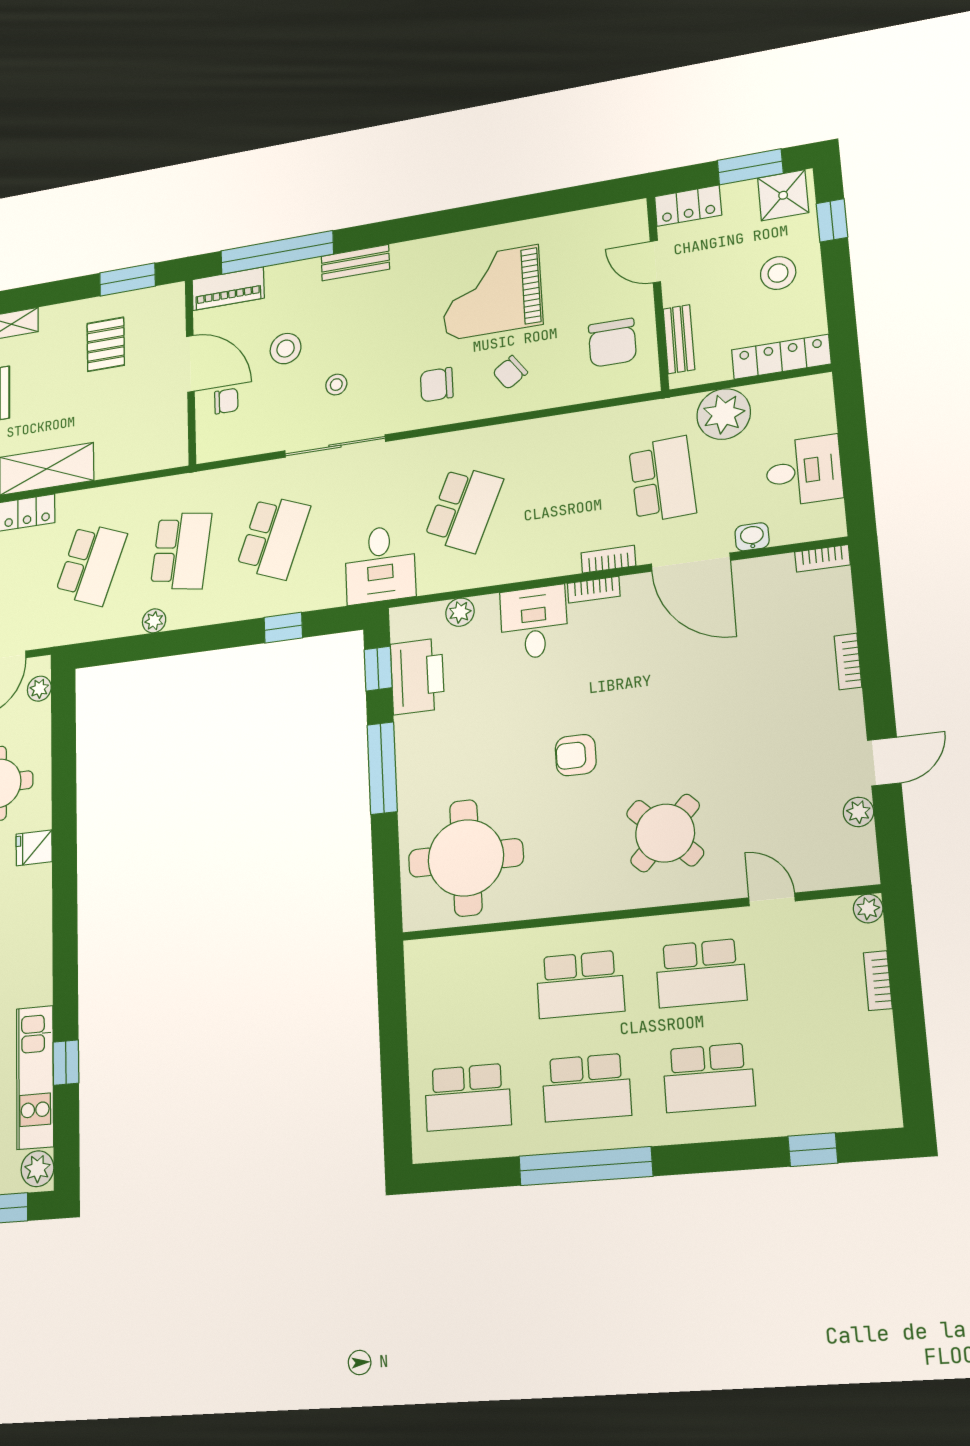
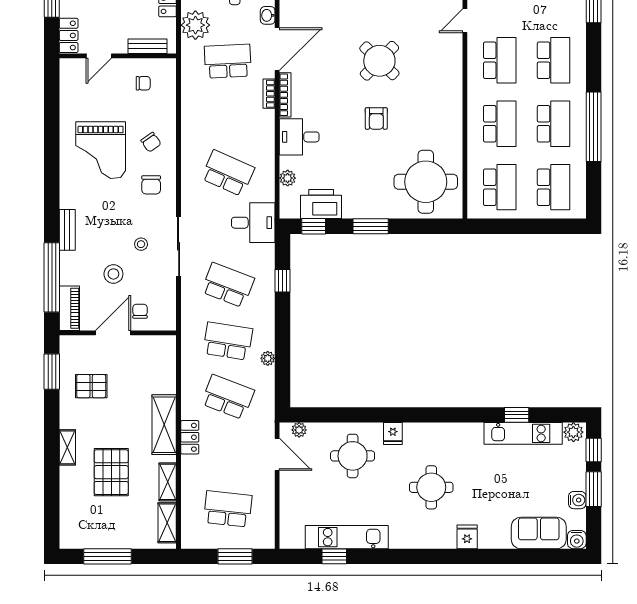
chair: (612, 343) -> (143, 83), width x0.54, depth x0.54
bookcase: (594, 590) -> (285, 95), width x1.56
window: (382, 768) -> (371, 226), width x0.69
round table: (665, 833) -> (379, 61), moved
school desk: (463, 995) -> (500, 187), added

